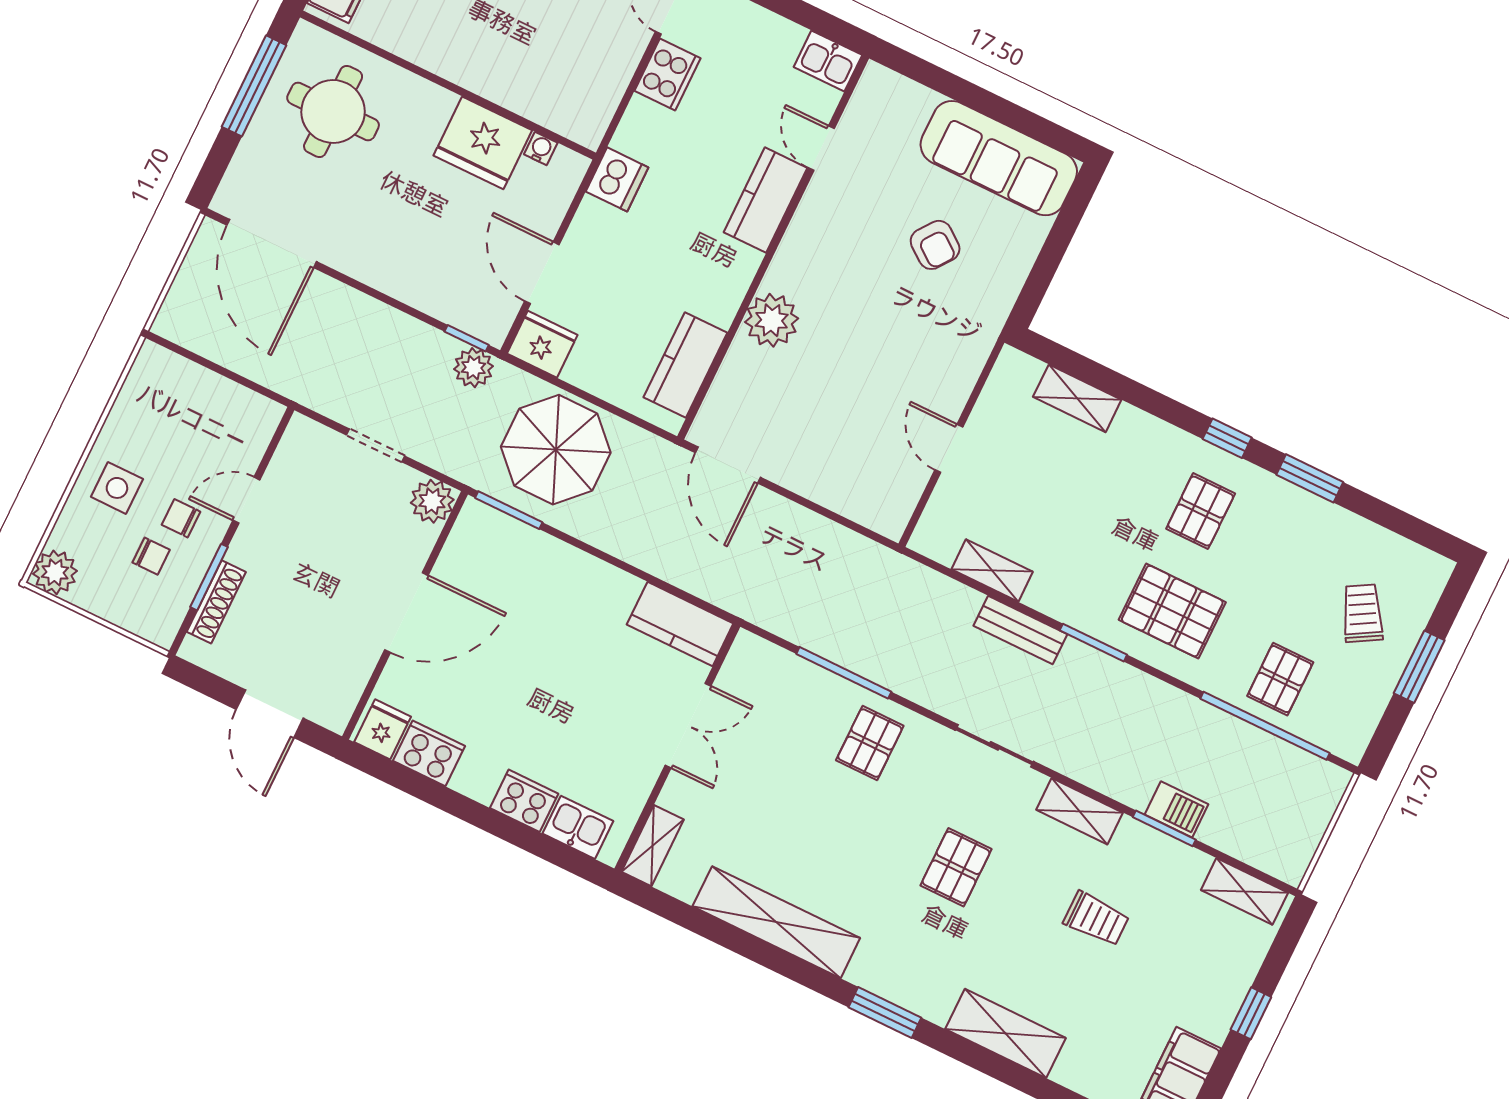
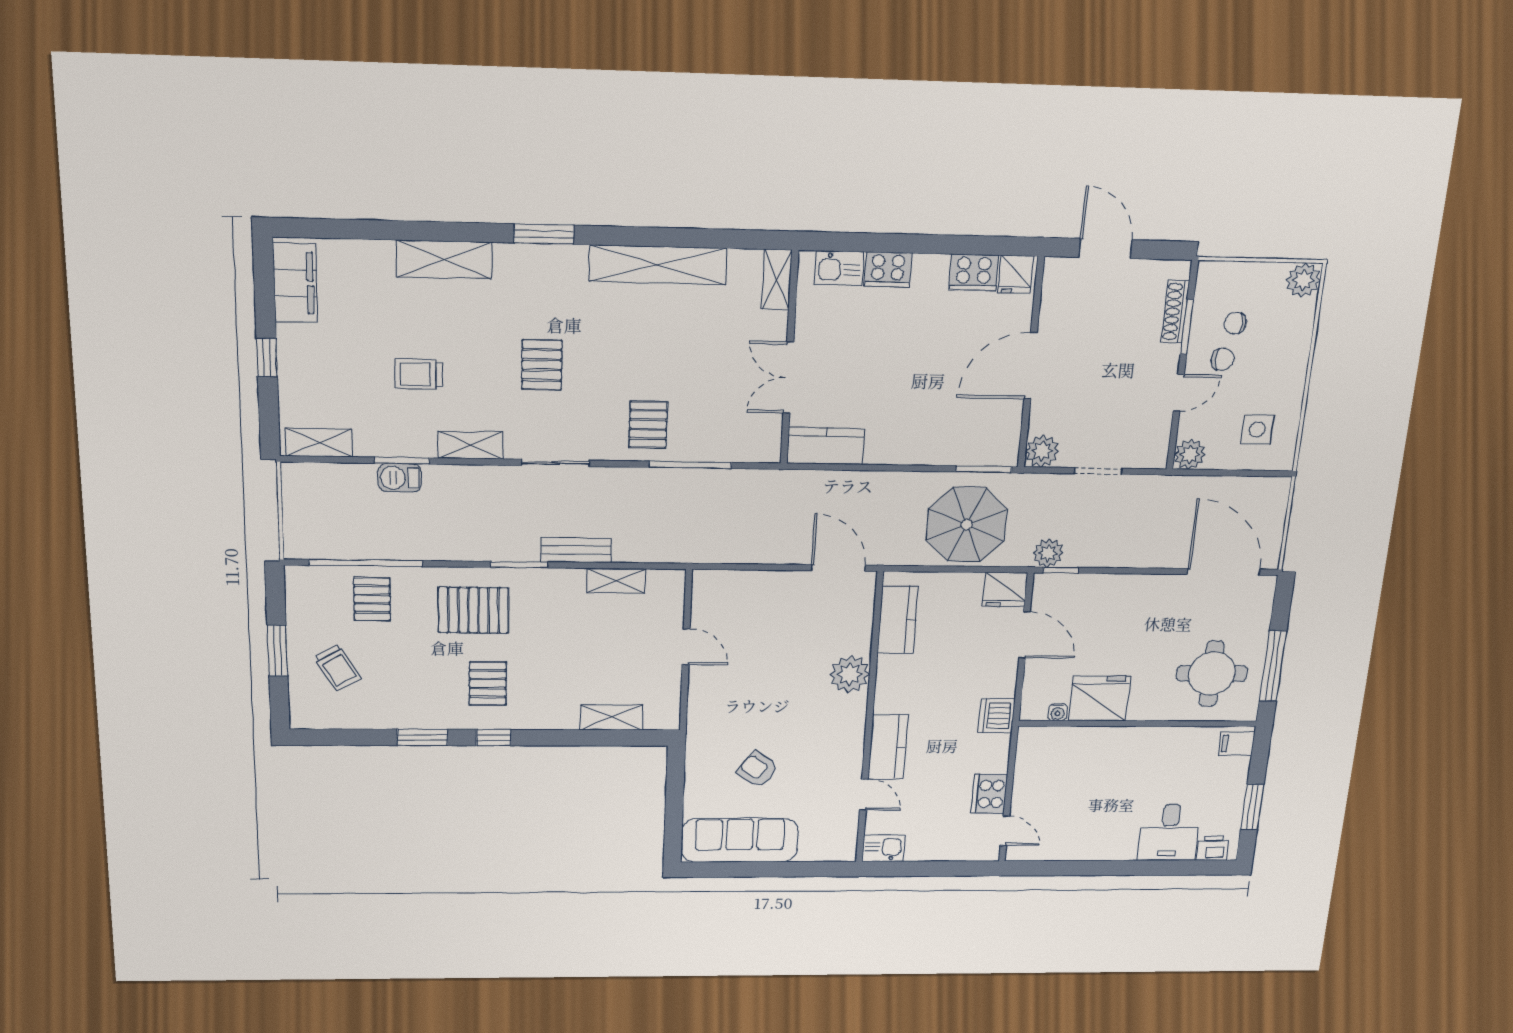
plant: (260, 416) -> (1190, 454), added
side table: (117, 488) -> (1257, 429), moved

